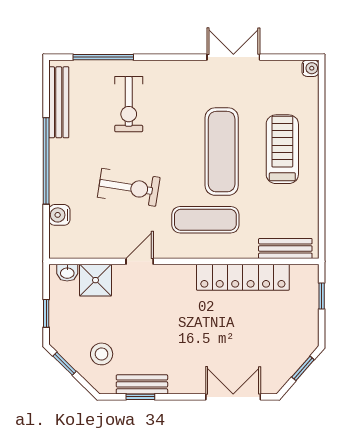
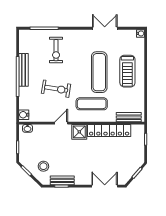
bench: (59, 102) -> (24, 70), moved
treadmill: (282, 149) -> (127, 71), turned 180
water cooler: (59, 215) -> (24, 115), moved
shower: (95, 280) -> (79, 132), moved

